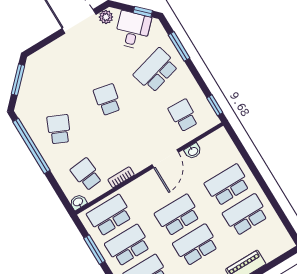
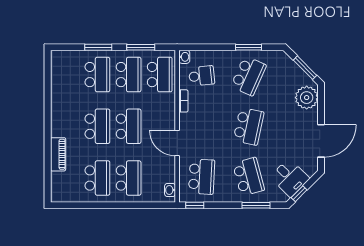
plant: (106, 17) -> (307, 98), moved, width x1.88, depth x1.88
school desk: (107, 100) -> (249, 126), width x1.85
school desk: (183, 115) -> (202, 177), width x1.85
school desk: (59, 129) -> (249, 76), width x1.85
window: (31, 146) -> (248, 47), width x0.47
washbasin: (193, 151) -> (170, 190), moved

